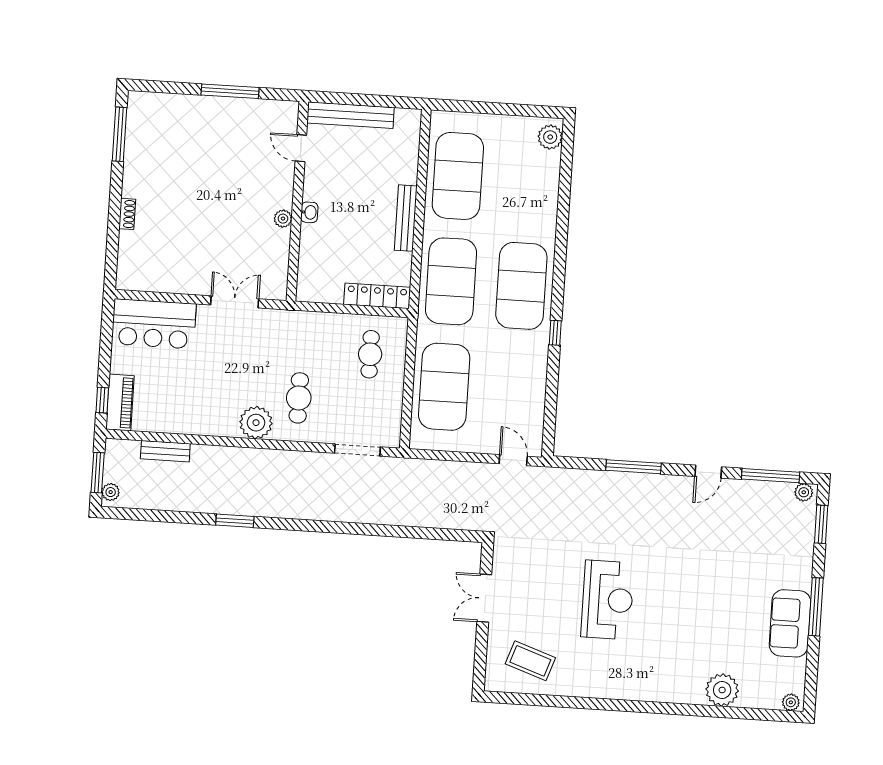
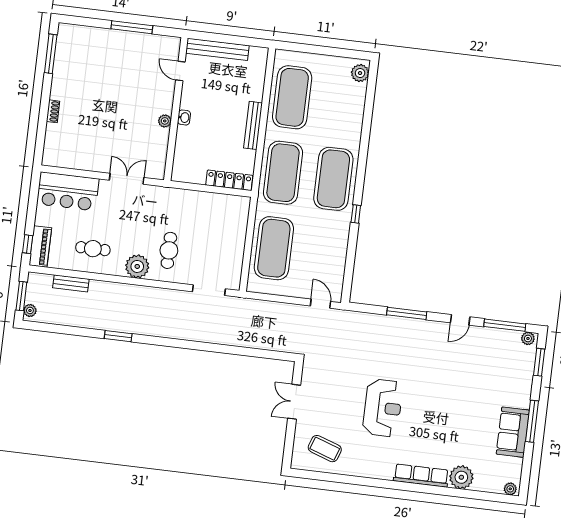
cafe table: (370, 354) -> (93, 249), moved, turned 90
row of seats: (666, 691) -> (421, 476), added

